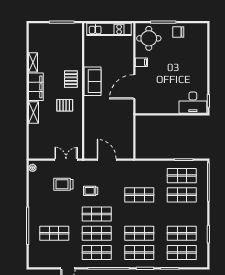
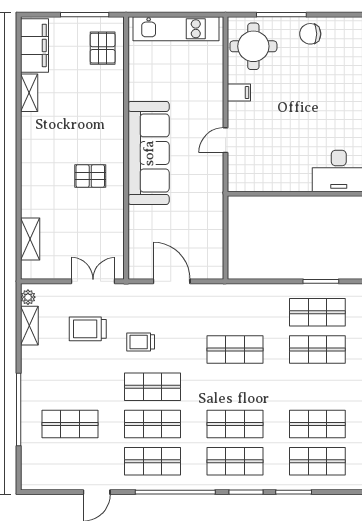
pallet: (71, 79) -> (103, 48), moved
sofa: (92, 81) -> (149, 153), width x1.85, depth x1.27
filing cabinet: (36, 87) -> (35, 45), moved
door: (134, 87) -> (225, 140), width x0.53
shelving: (34, 112) -> (30, 239), moved
shelving: (33, 183) -> (29, 326), added

